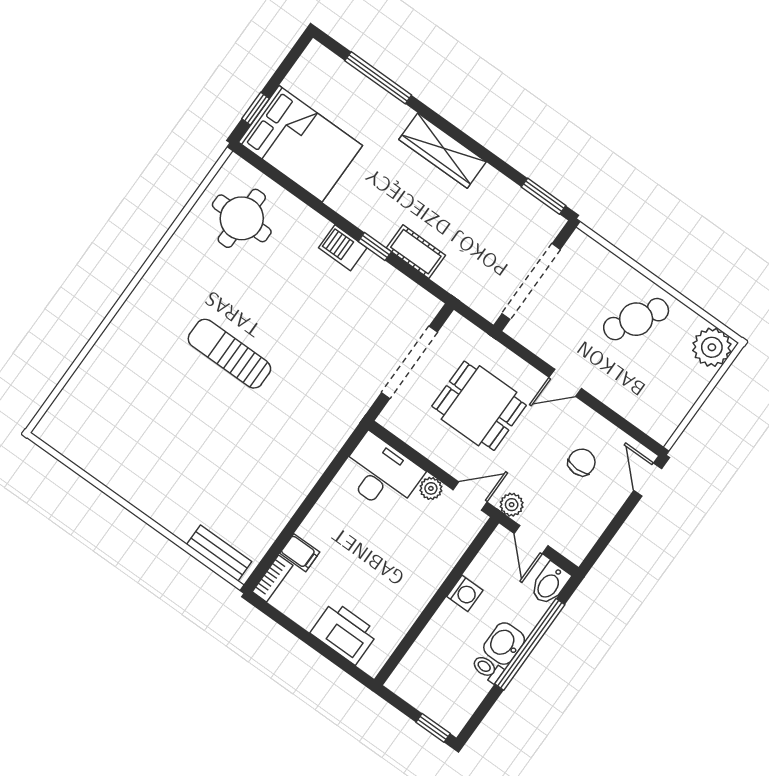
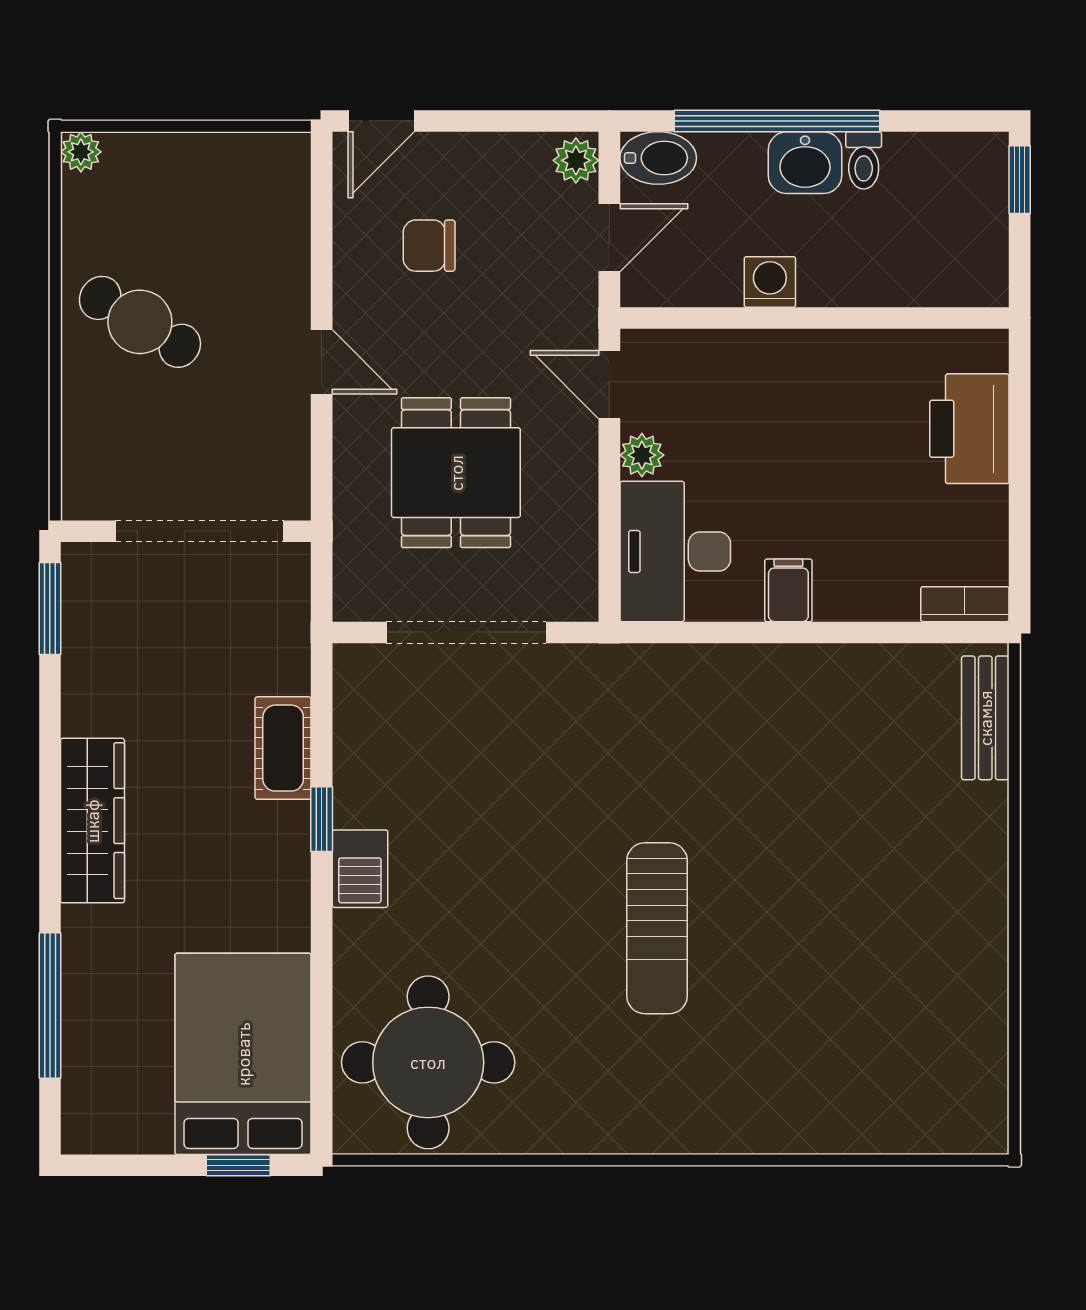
round table: (242, 218) -> (428, 1062), width x1.36, depth x1.36
plant: (712, 347) -> (81, 152), width x0.53, depth x0.53
plant: (512, 505) -> (576, 160), moved
filing cabinet: (300, 553) -> (788, 590), moved

